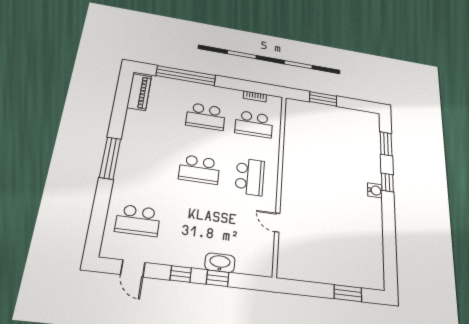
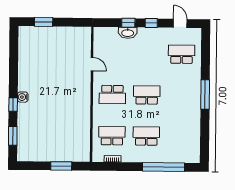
piano: (139, 92) -> (194, 148), removed
school desk: (250, 177) -> (112, 95), turned -90

